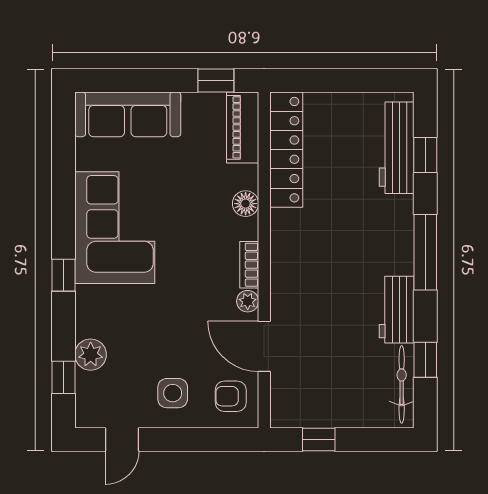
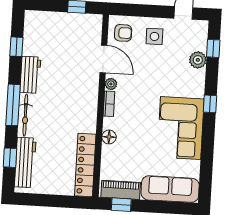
piano: (243, 127) -> (121, 190), moved, turned -90
bicycle: (402, 384) -> (25, 115), moved

